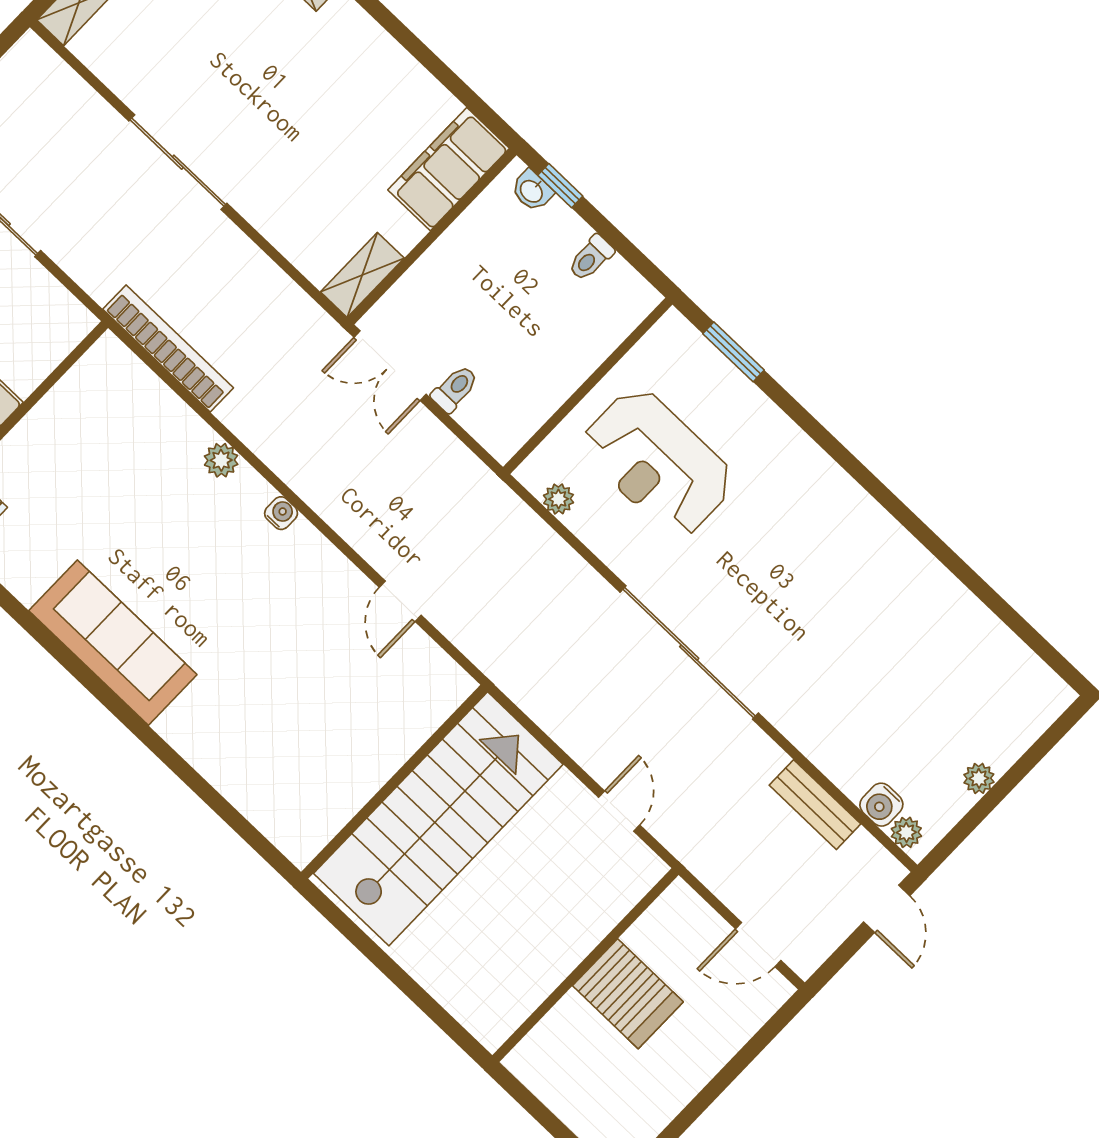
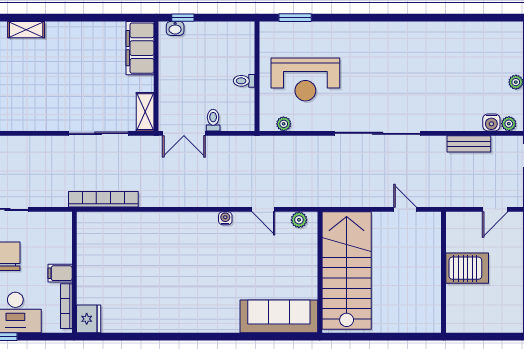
sliding door: (178, 162) -> (98, 133), moved
toilet: (591, 258) -> (244, 81), moved, turned 90
plant: (221, 460) -> (299, 220), moved
water cooler: (281, 513) -> (225, 218), moved
sofa: (113, 643) -> (279, 316), moved

